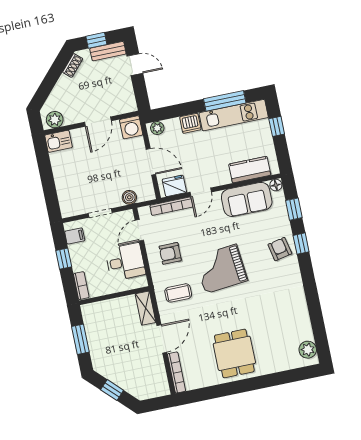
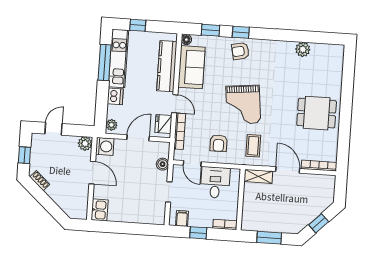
bench: (108, 51) -> (36, 148), removed
plant: (55, 120) -> (85, 144), moved
kitchen counter: (250, 170) -> (167, 66), width x1.50
plant: (308, 350) -> (303, 49), moved

